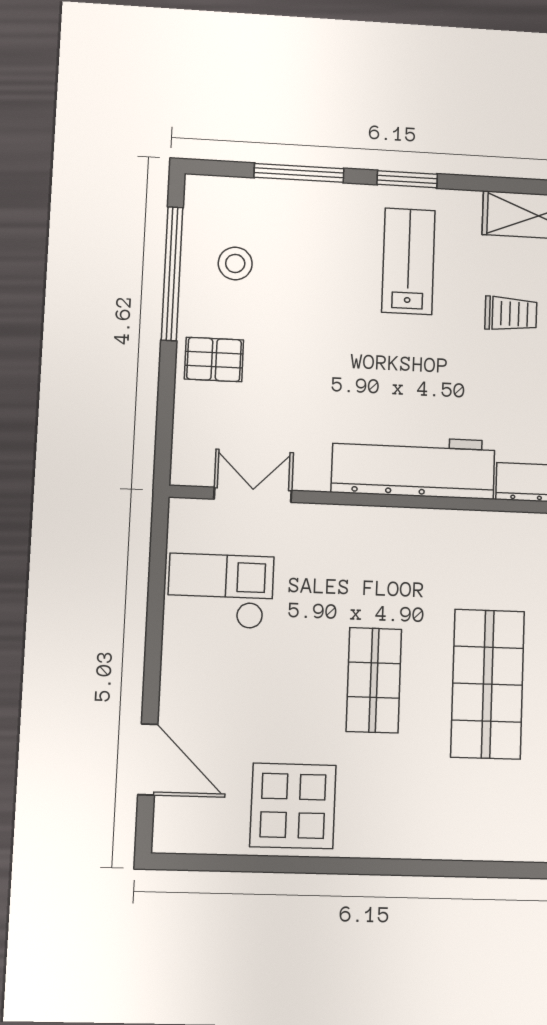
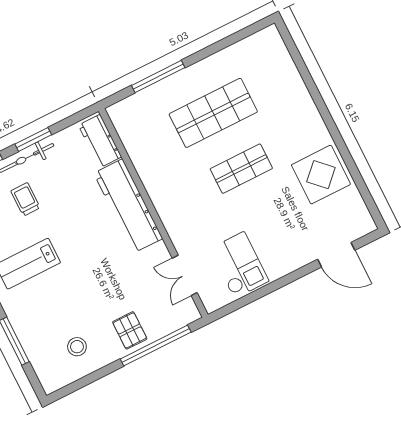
window: (172, 274) -> (156, 346), moved
checkout: (220, 591) -> (239, 265), turned 180
door: (148, 759) -> (336, 255), swing flipped

